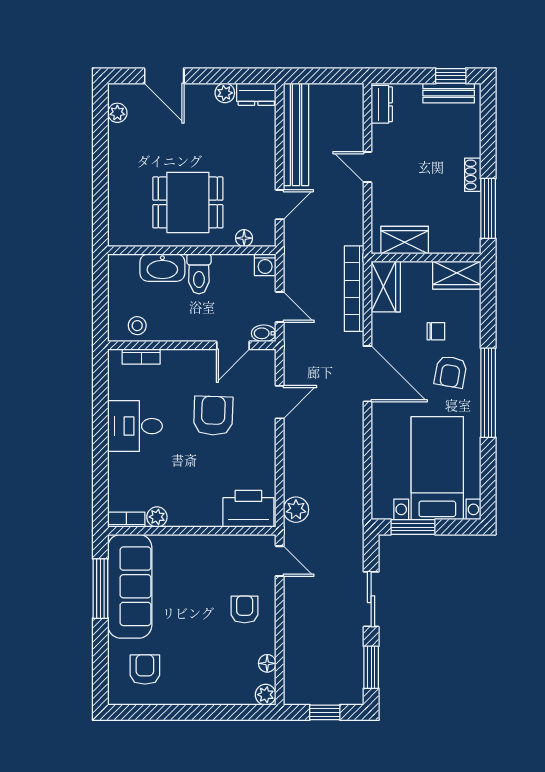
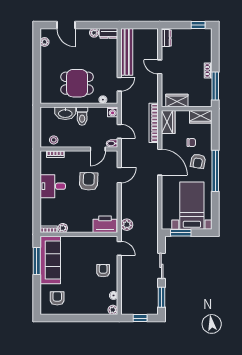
bench: (449, 93) -> (197, 33), removed

